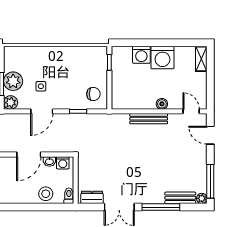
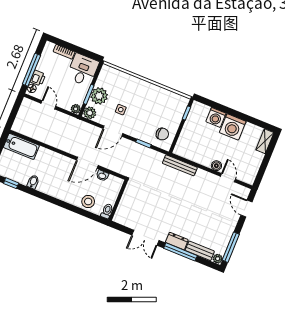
door: (191, 111) -> (228, 178), moved
bench: (149, 119) -> (180, 165), moved
washing machine: (63, 163) -> (113, 181), removed
dresser: (92, 197) -> (177, 241), moved

